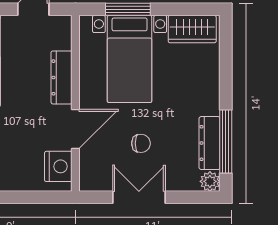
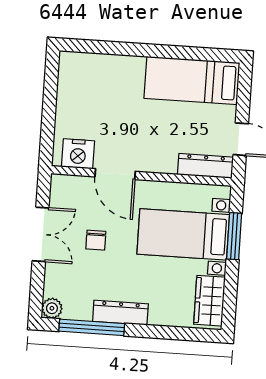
dresser: (62, 77) -> (205, 166), moved
dresser: (210, 143) -> (120, 313), moved

